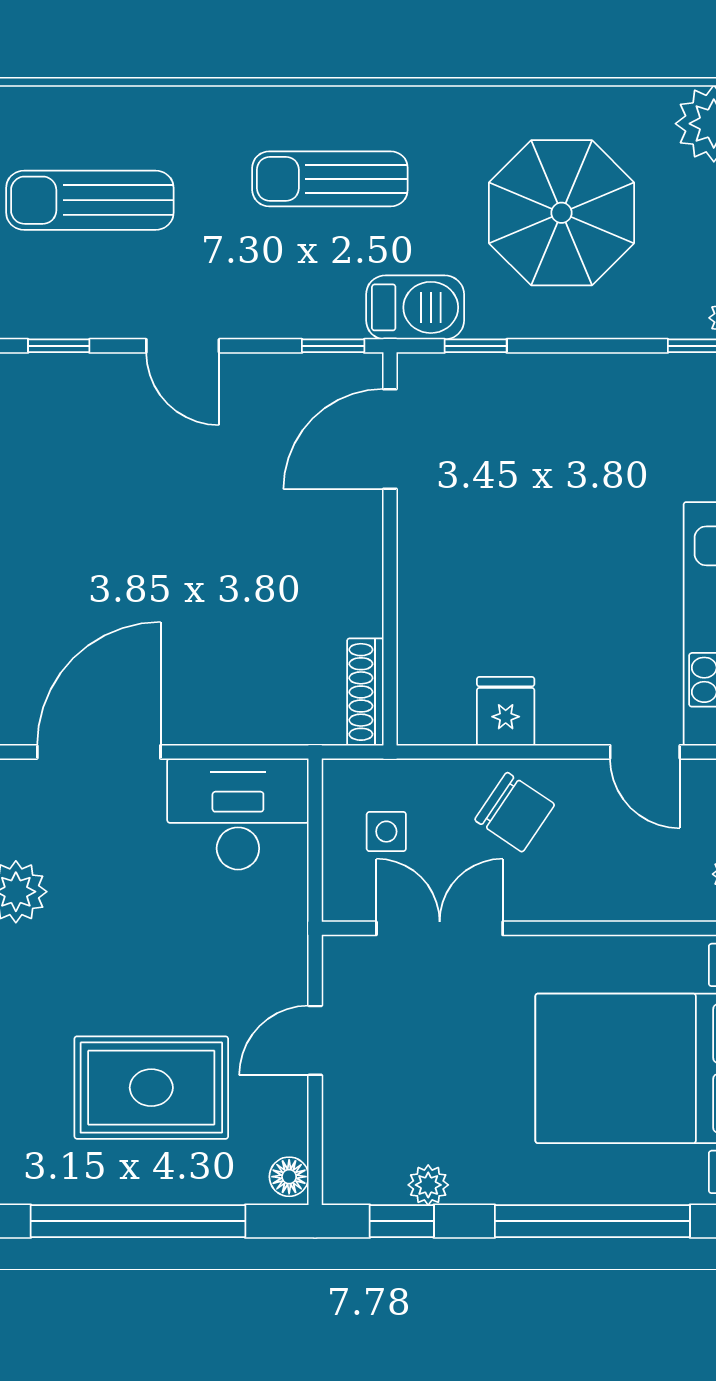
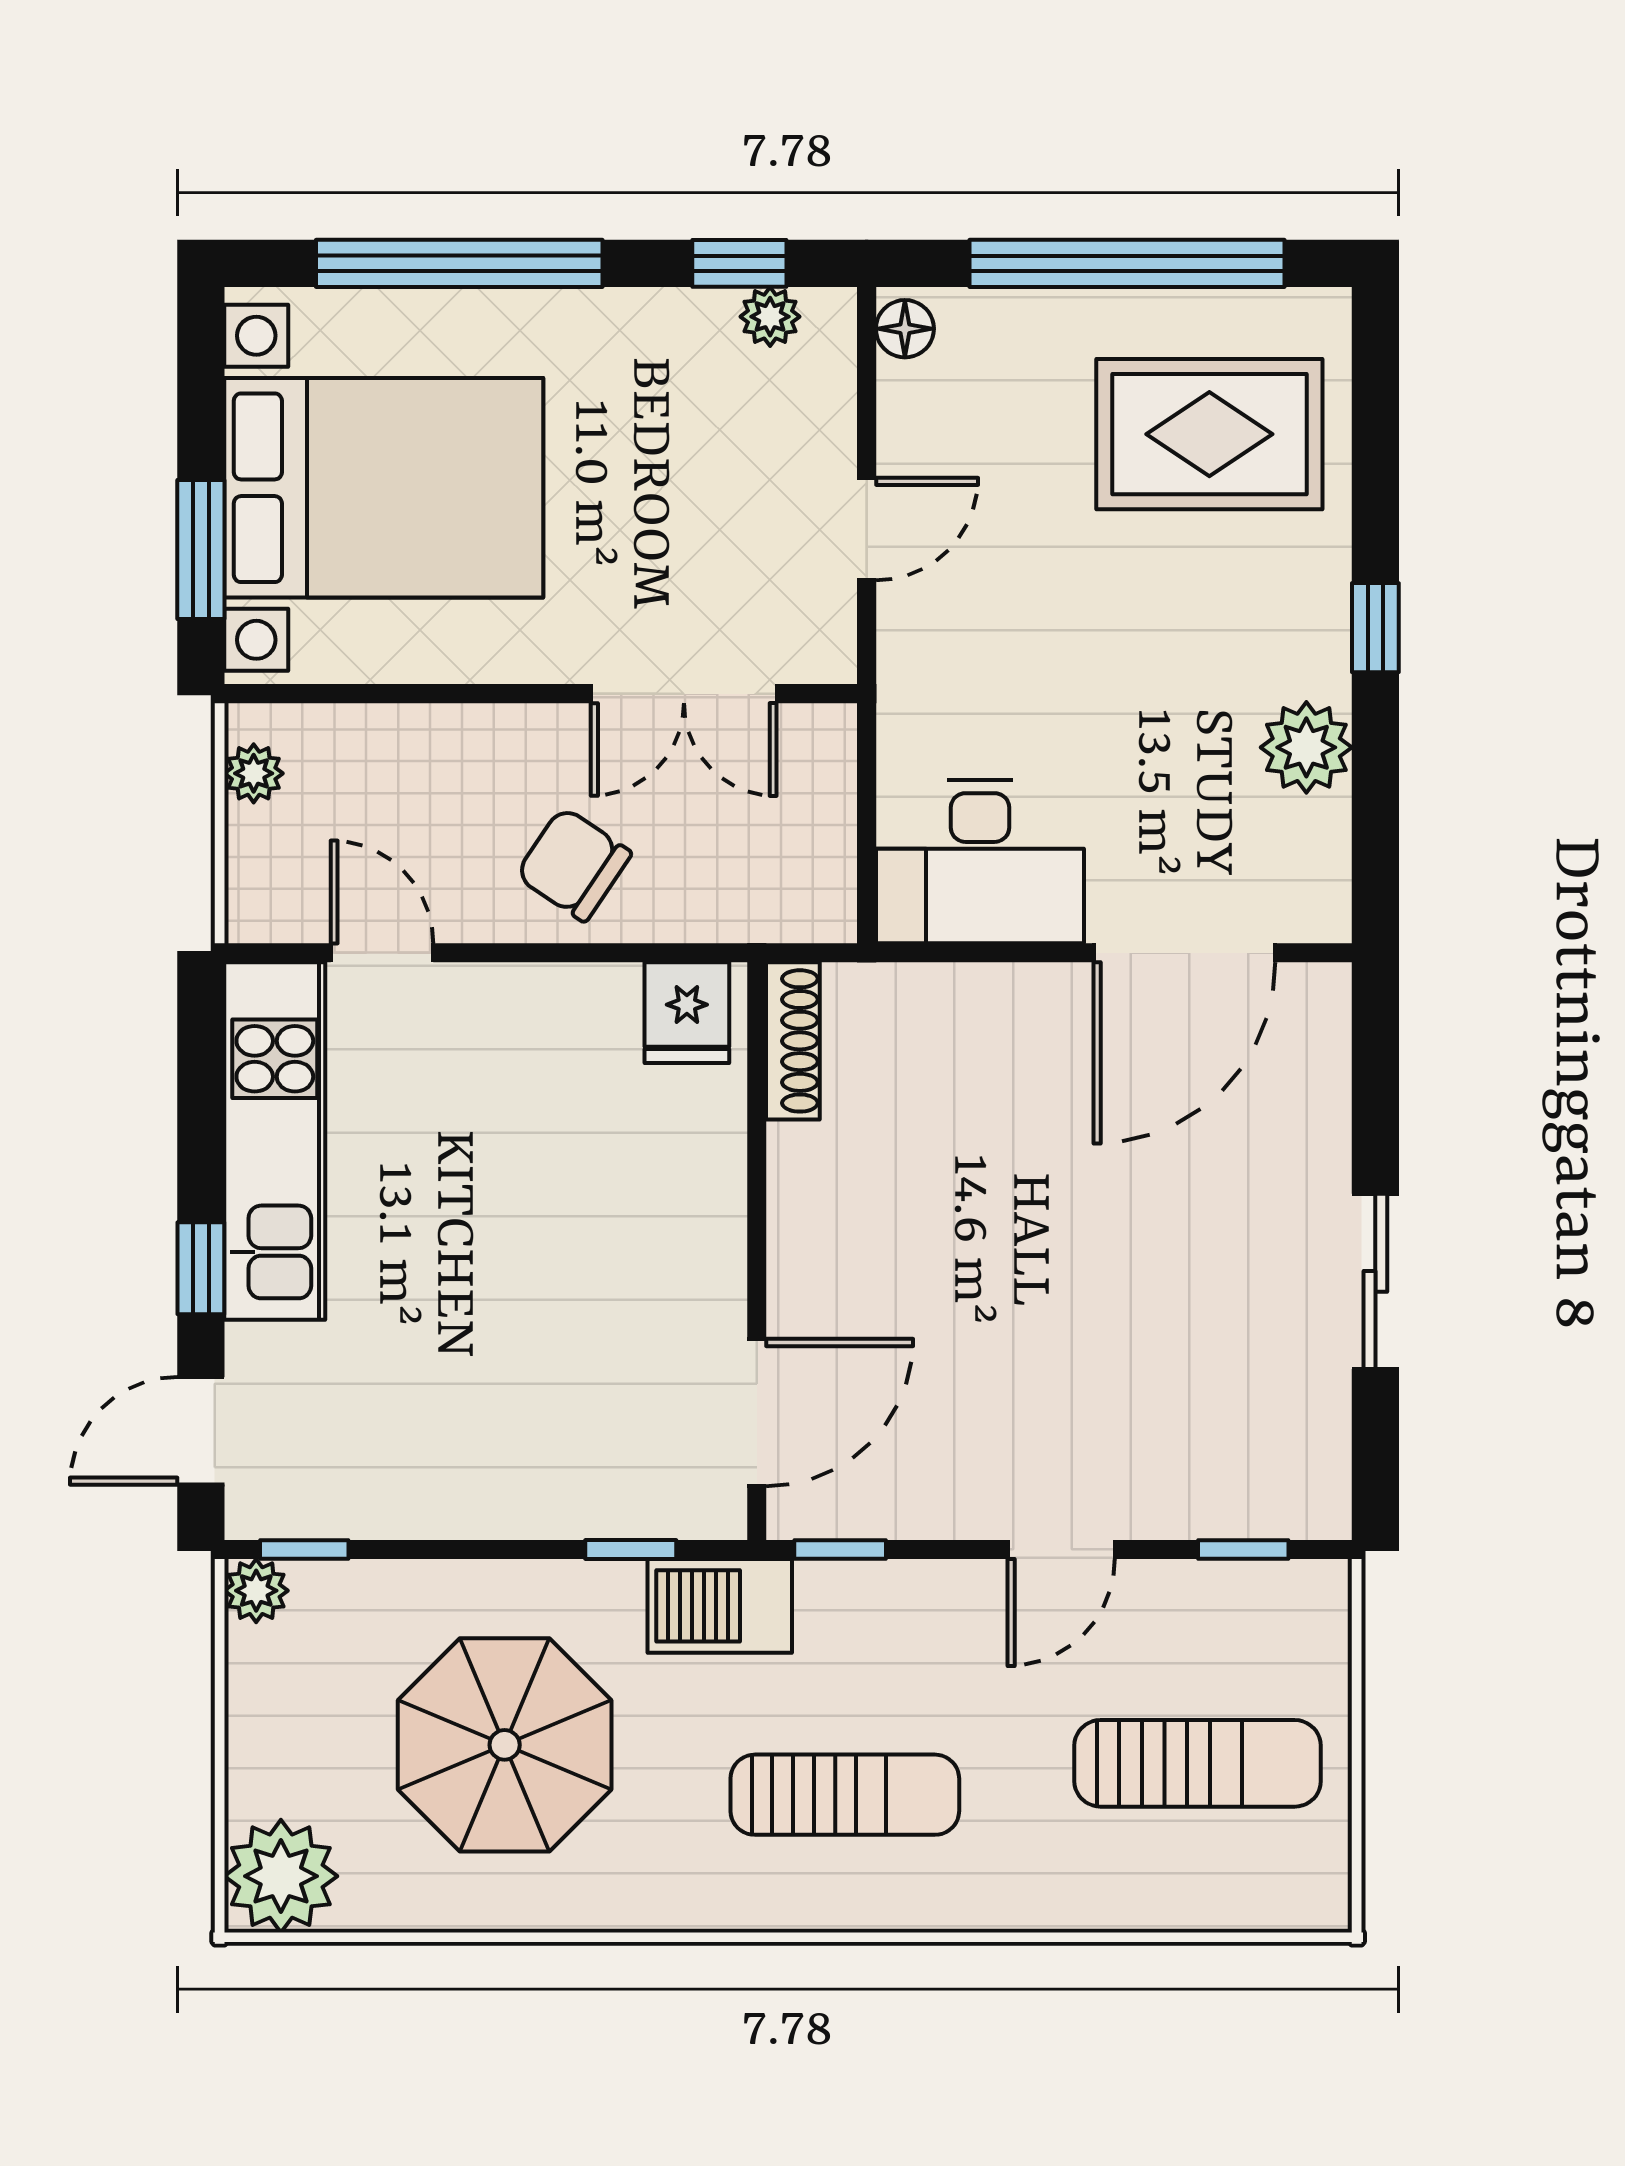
door: (183, 346) -> (1061, 1549), swing flipped
fridge: (506, 711) -> (687, 1013), moved
side table: (386, 832) -> (762, 836), removed
rug: (151, 1088) -> (1209, 434), moved
plant: (428, 1185) -> (770, 317), moved

